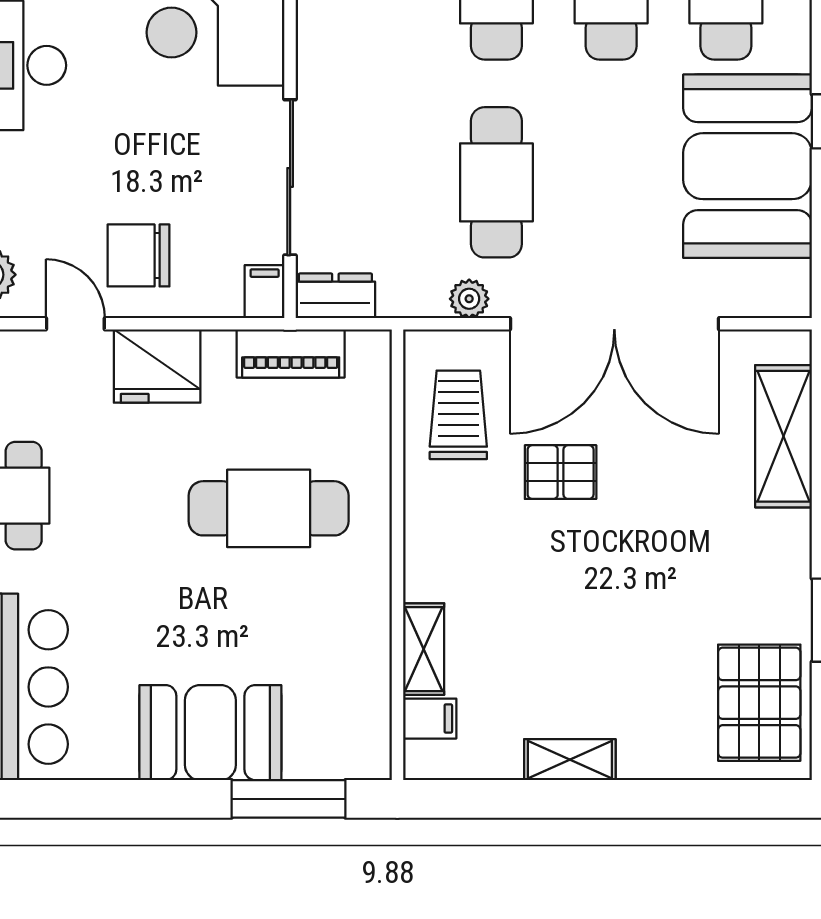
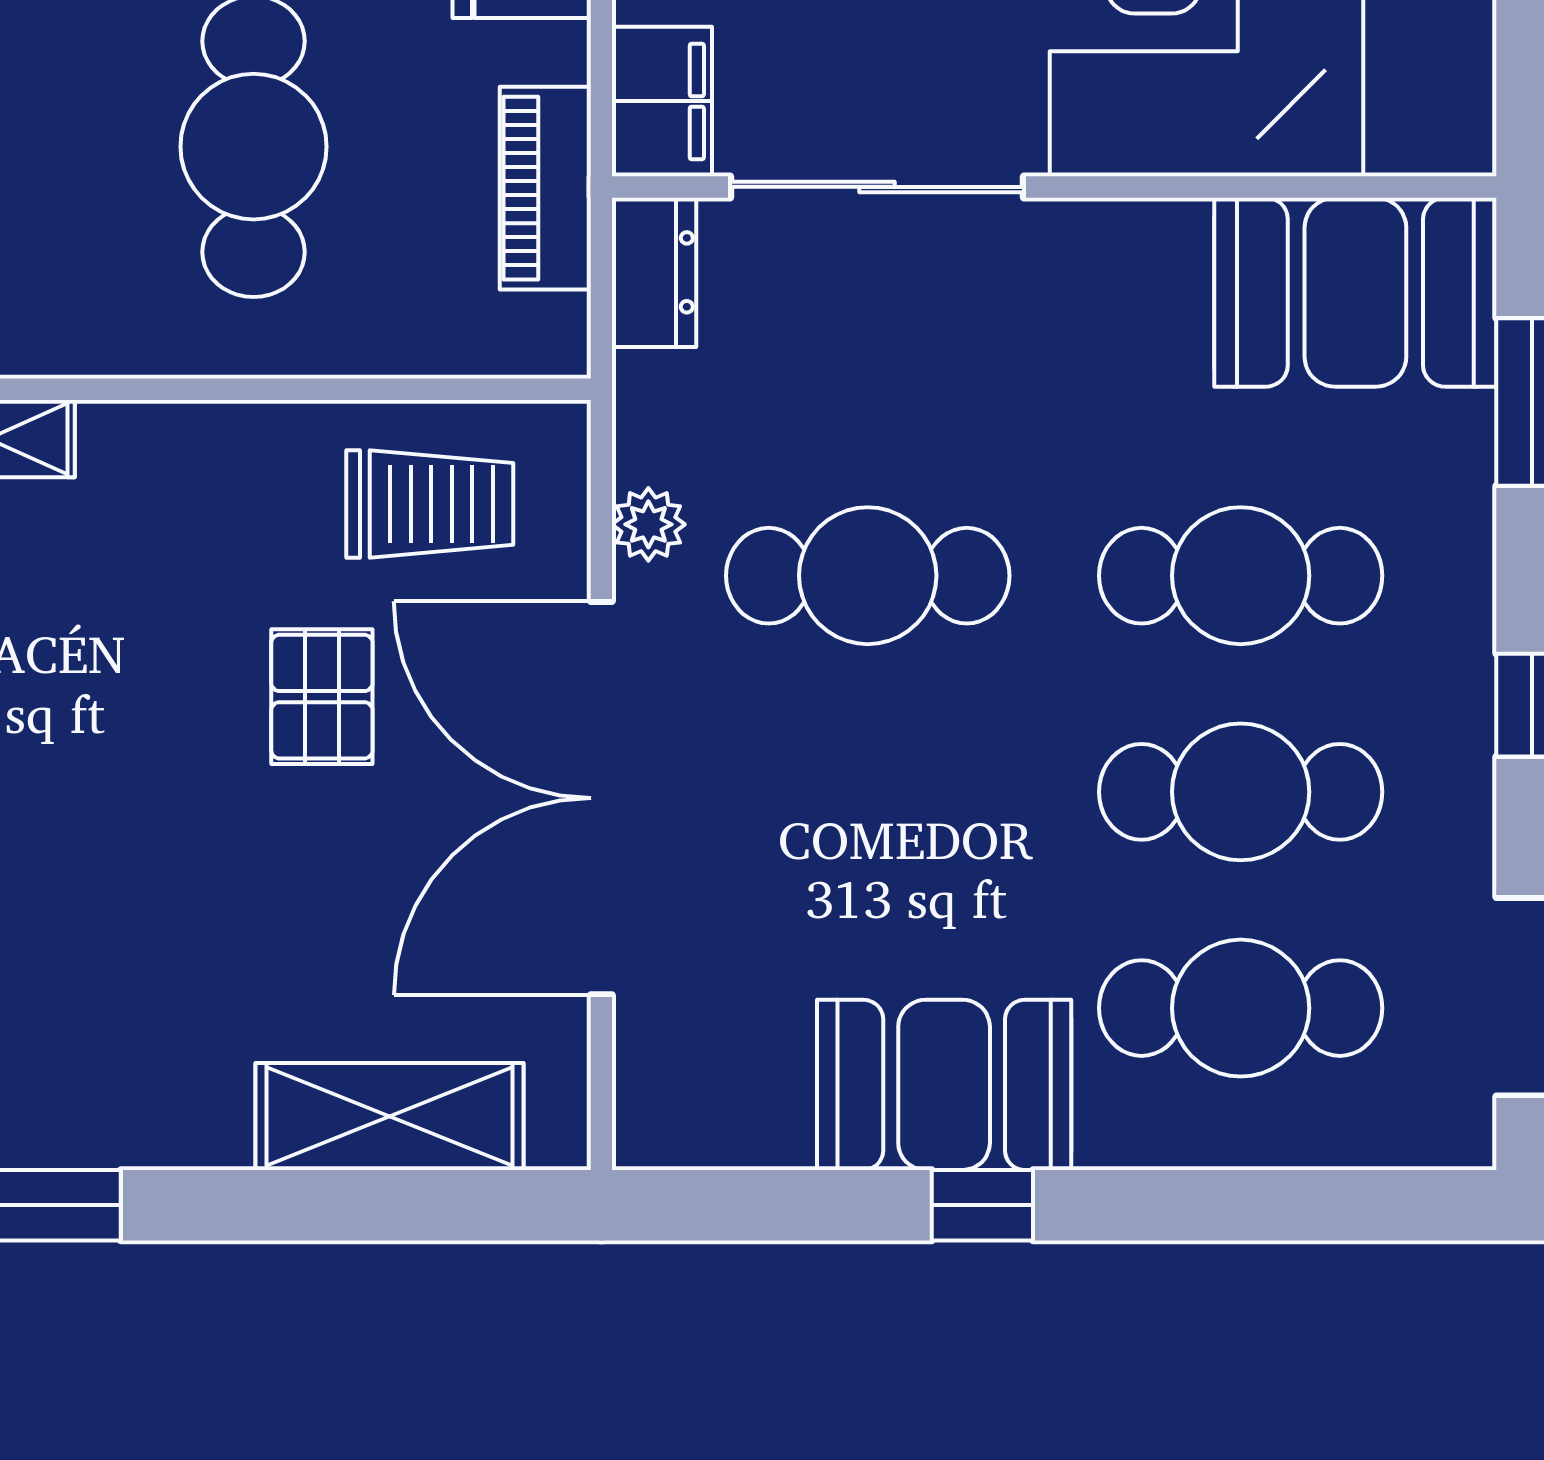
booth: (748, 166) -> (944, 1085), width x0.73, depth x0.70
filing cabinet: (265, 292) -> (662, 101), width x2.00

